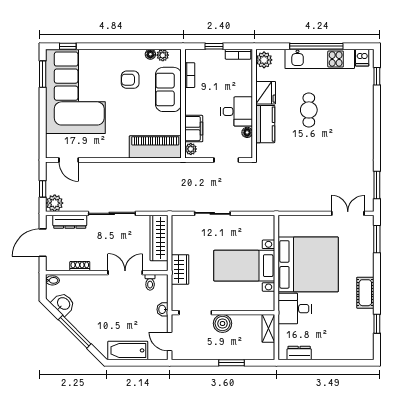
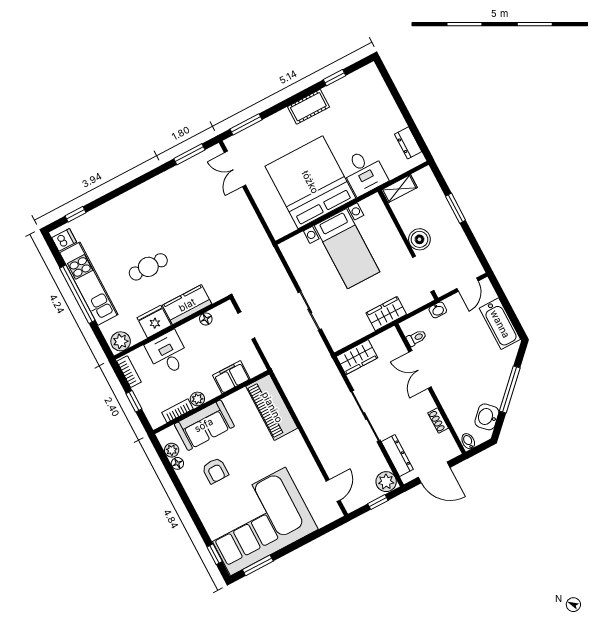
desk: (237, 111) -> (168, 353), moved
plant: (191, 149) -> (197, 399), moved
wardrobe: (159, 238) -> (357, 357), width x0.67

